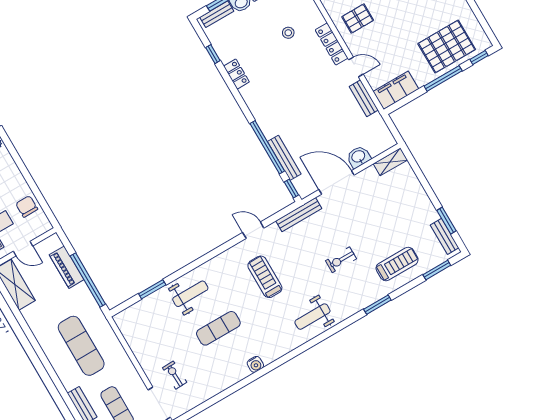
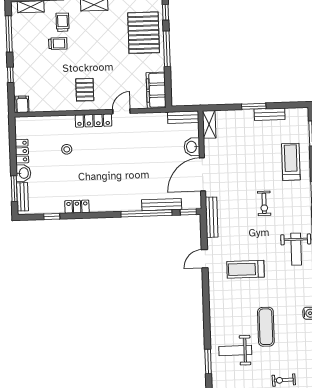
bench: (364, 98) -> (183, 117), moved
window: (447, 221) -> (254, 106), moved
bench: (445, 236) -> (270, 114), moved
weight bench: (190, 294) -> (235, 350), moved, turned -90

